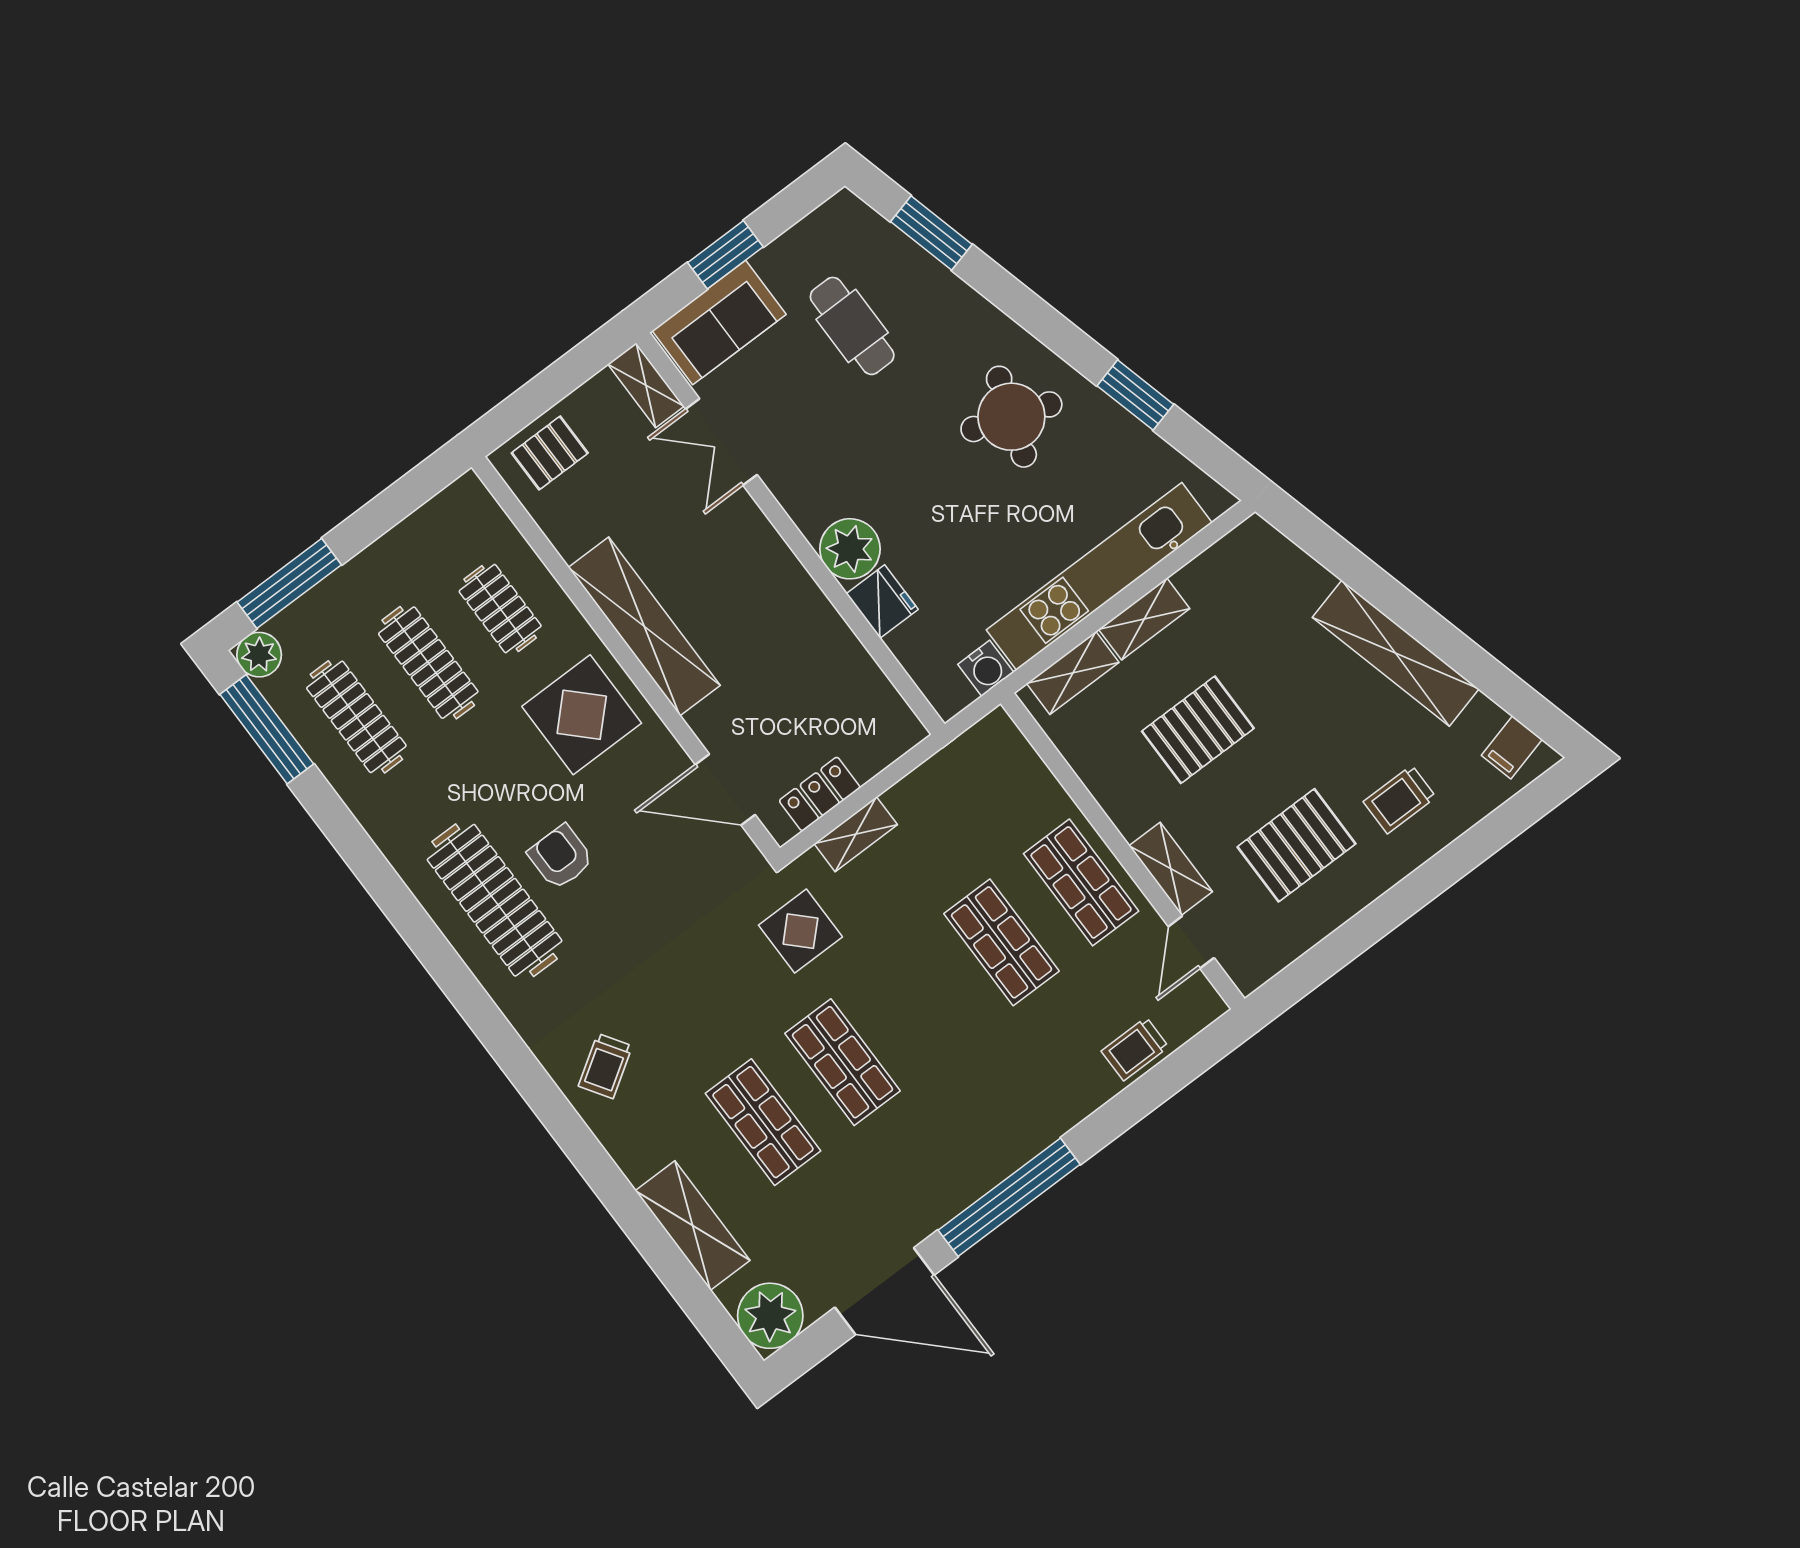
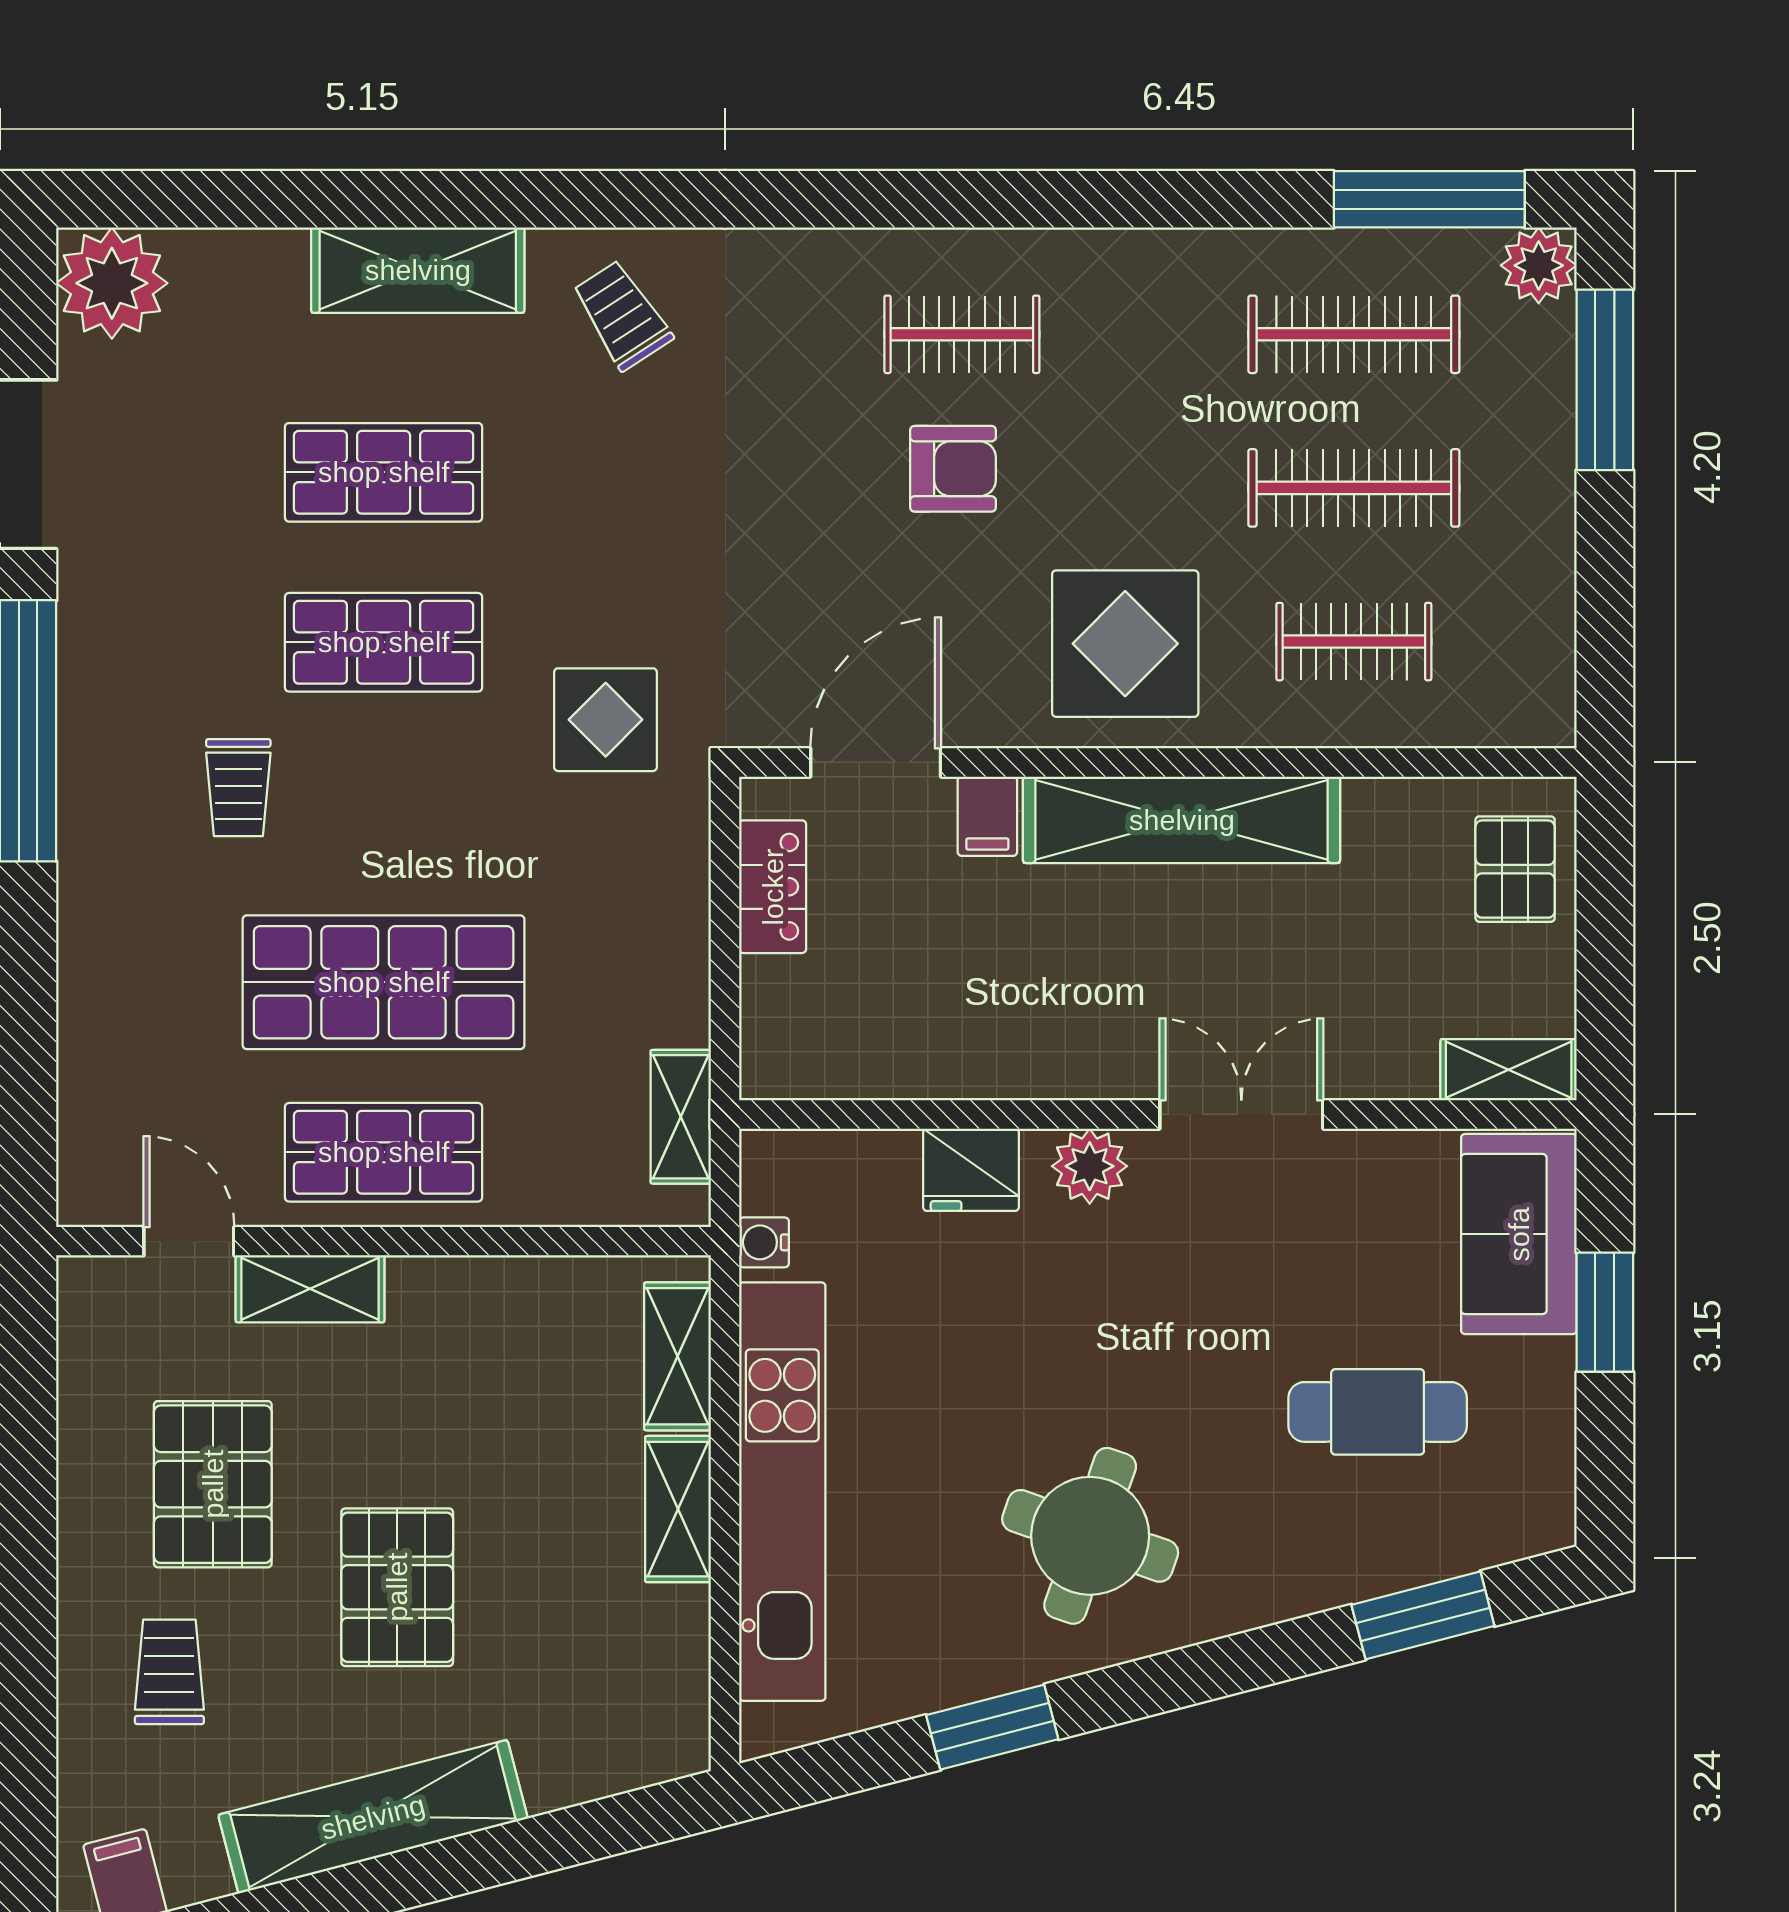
double door: (721, 442) -> (1241, 1114), moved
plant: (850, 549) -> (1090, 1166), width x0.73, depth x0.73
water cooler: (986, 668) -> (764, 1242), width x0.72, depth x0.72
filing cabinet: (711, 718) -> (987, 816), added
pallet: (1198, 730) -> (397, 1587), moved
shelving: (856, 834) -> (681, 1117), moved
clothes rail: (495, 900) -> (962, 334), width x0.54, depth x0.76
shop shelf: (1002, 942) -> (384, 982), width x1.43, depth x1.36
trolley: (1135, 1049) -> (238, 788), moved, turned 180
shelving: (693, 1225) -> (418, 270), moved

